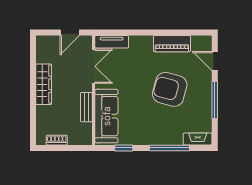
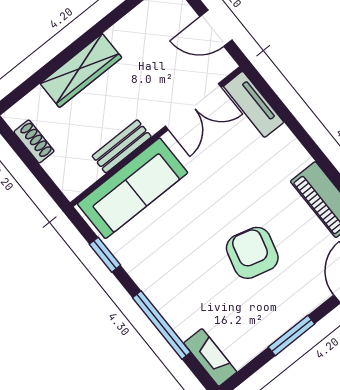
wardrobe: (44, 84) -> (81, 71), moved
armchair: (170, 89) -> (252, 253), width x0.73, depth x0.73
window: (215, 100) -> (292, 335), width x0.69

